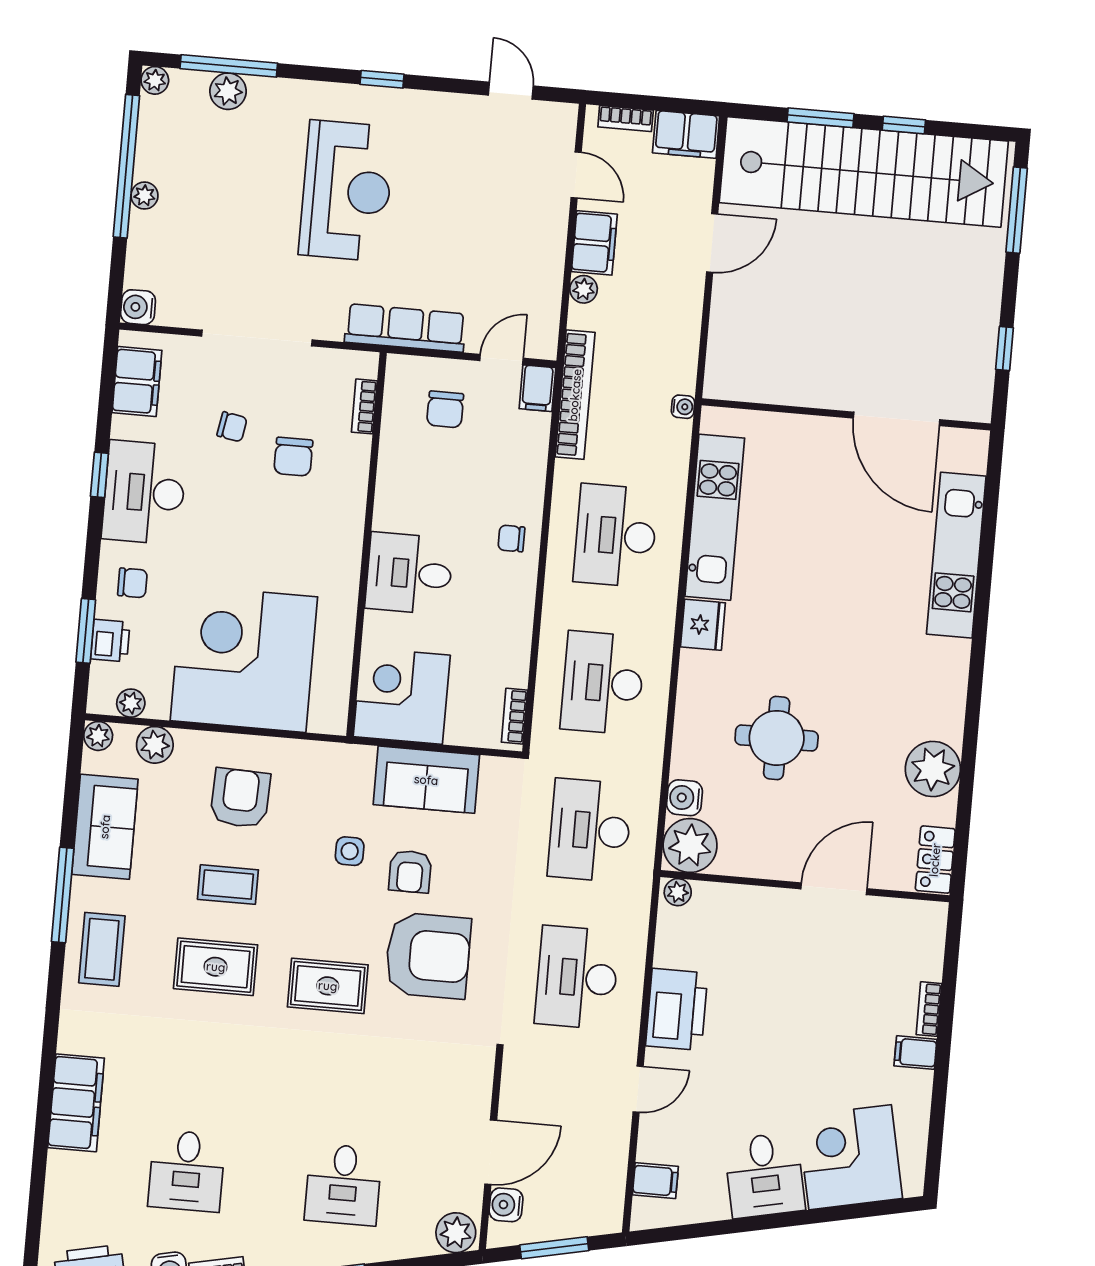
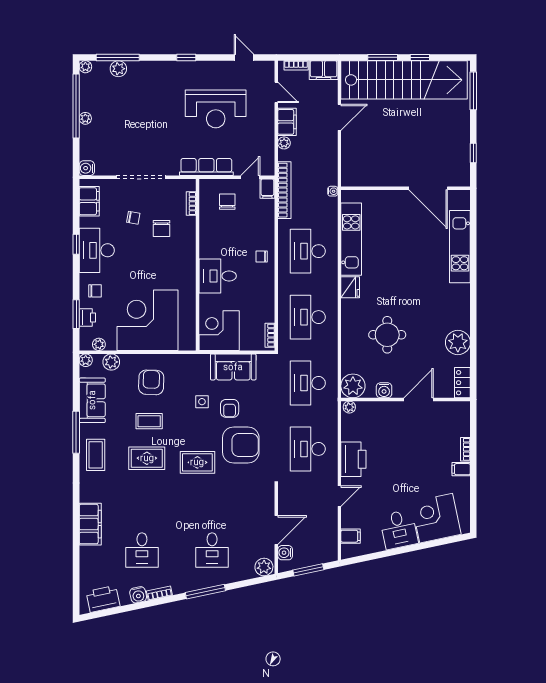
reception desk: (346, 191) -> (216, 109), moved, turned 90
chair: (445, 409) -> (227, 202), turned 180
water cooler: (684, 798) -> (384, 390), moved, turned -90

